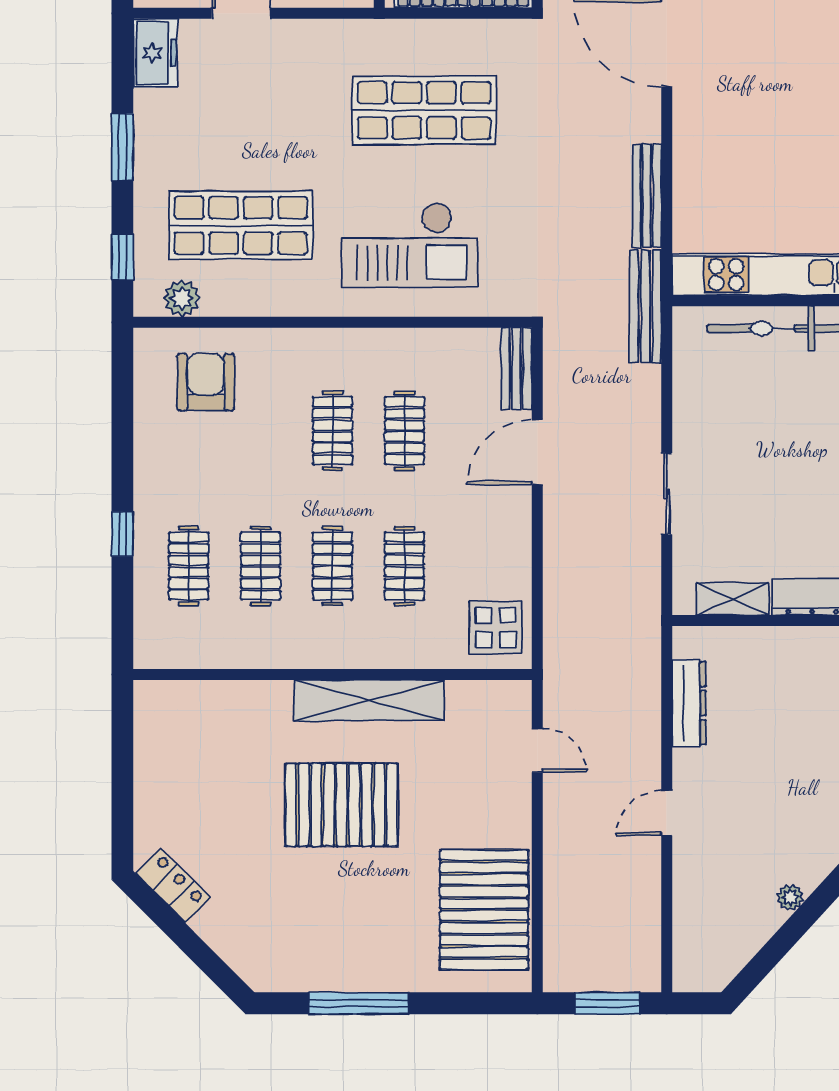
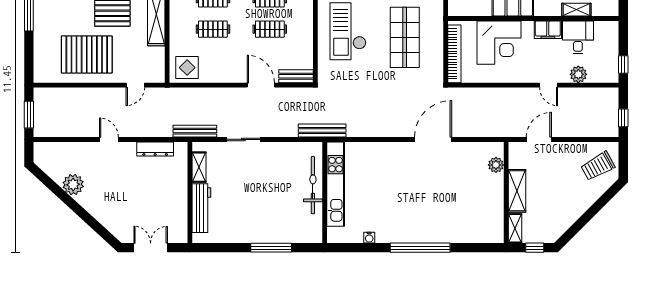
bench: (647, 196) -> (195, 131), moved
plant: (790, 897) -> (73, 185), width x1.87, depth x1.87
pallet: (484, 910) -> (87, 54), moved

